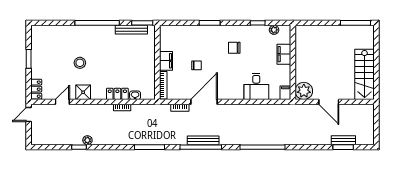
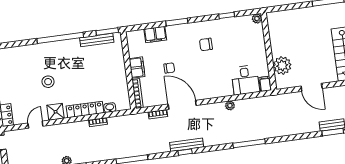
plant: (274, 30) -> (257, 19), moved
filing cabinet: (284, 54) -> (155, 34), moved, turned -90
desk: (256, 86) -> (245, 80), moved
plant: (304, 91) -> (282, 65), moved
locker: (117, 94) -> (85, 109), width x1.53
door: (204, 102) -> (182, 105), hinge flipped
plant: (249, 109) -> (230, 105), added
window: (201, 147) -> (185, 152), width x0.32
window: (262, 147) -> (249, 143), width x0.68

